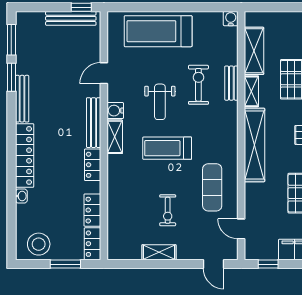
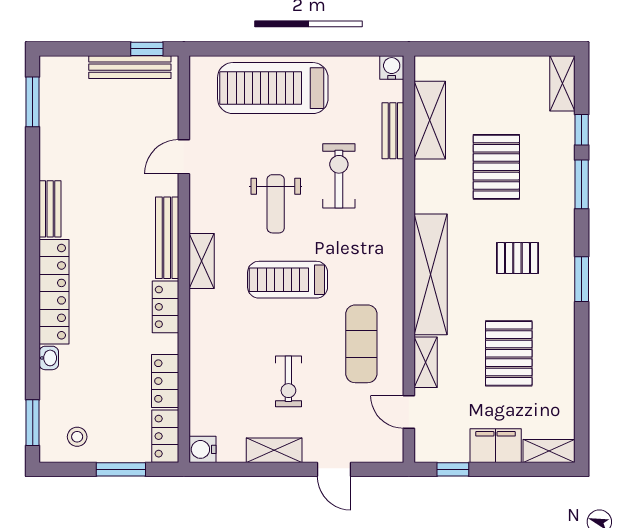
window: (11, 77) -> (33, 423), moved
bench: (231, 83) -> (393, 131), moved
shelving: (251, 91) -> (426, 362), moved
bench: (22, 99) -> (50, 209), width x0.73
water cooler: (115, 111) -> (203, 449), moved
stool: (39, 244) -> (77, 437), width x0.53, depth x0.53
door: (214, 264) -> (334, 469), moved

